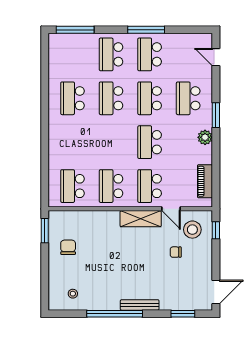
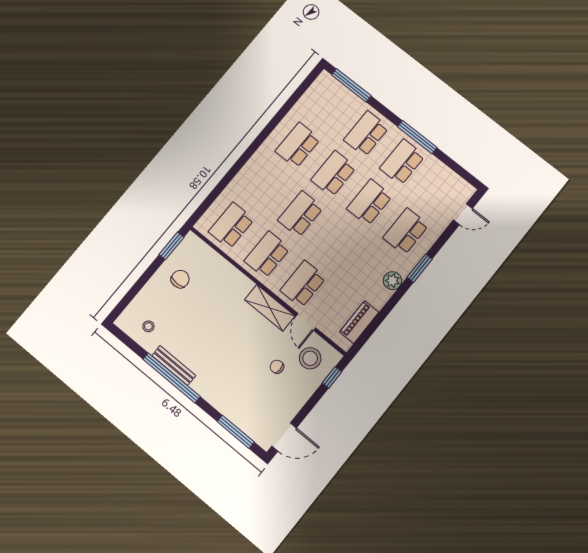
door: (216, 57) -> (463, 214), swing flipped
school desk: (150, 142) -> (300, 214), moved
bench: (140, 305) -> (174, 366), moved
window: (183, 314) -> (236, 432), width x1.44

